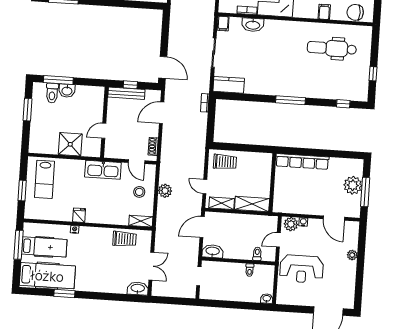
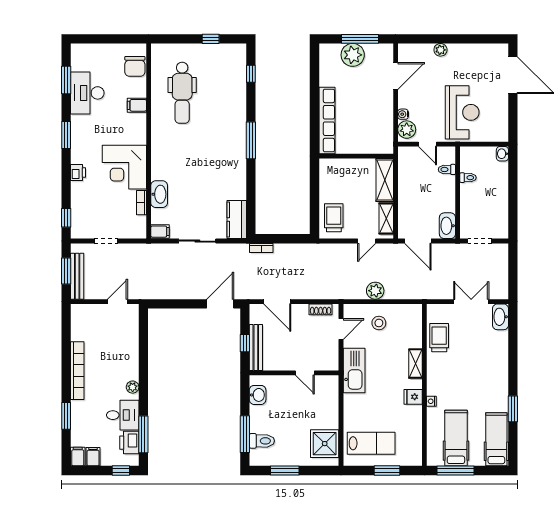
washbasin: (67, 91) -> (258, 395), moved
shower: (70, 144) -> (325, 444), moved
shelving: (141, 221) -> (415, 364), moved
hospital bed: (47, 276) -> (496, 439), width x0.73, depth x0.78

